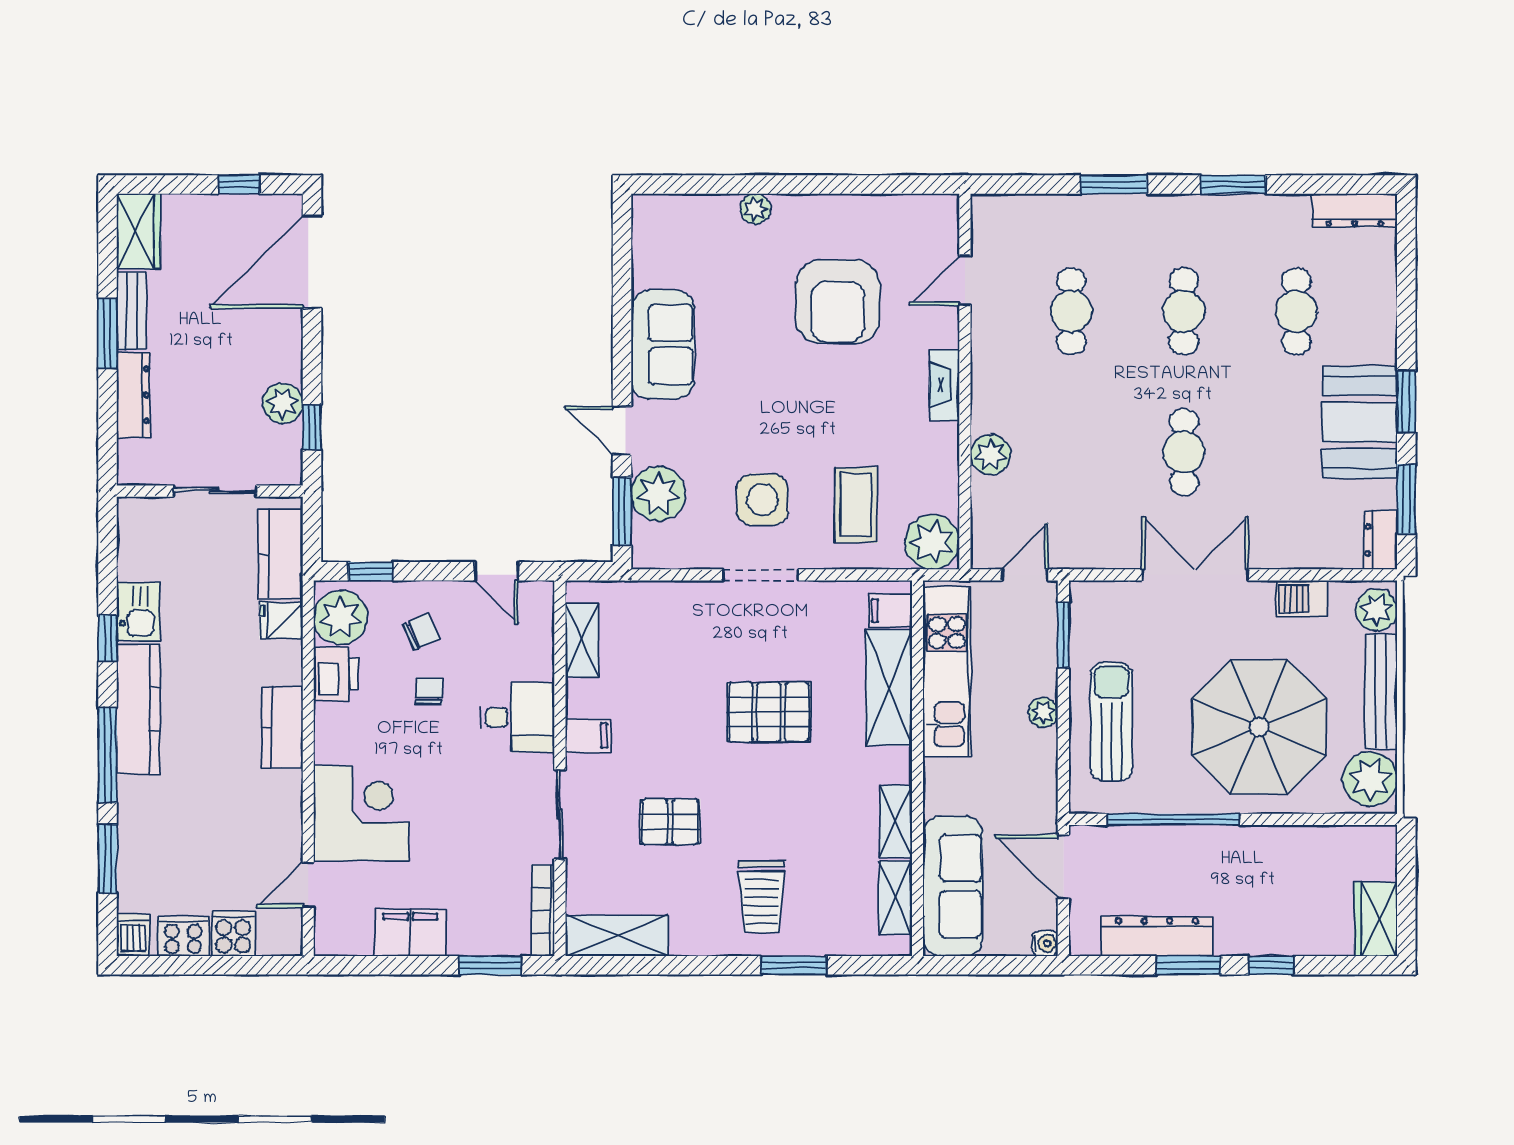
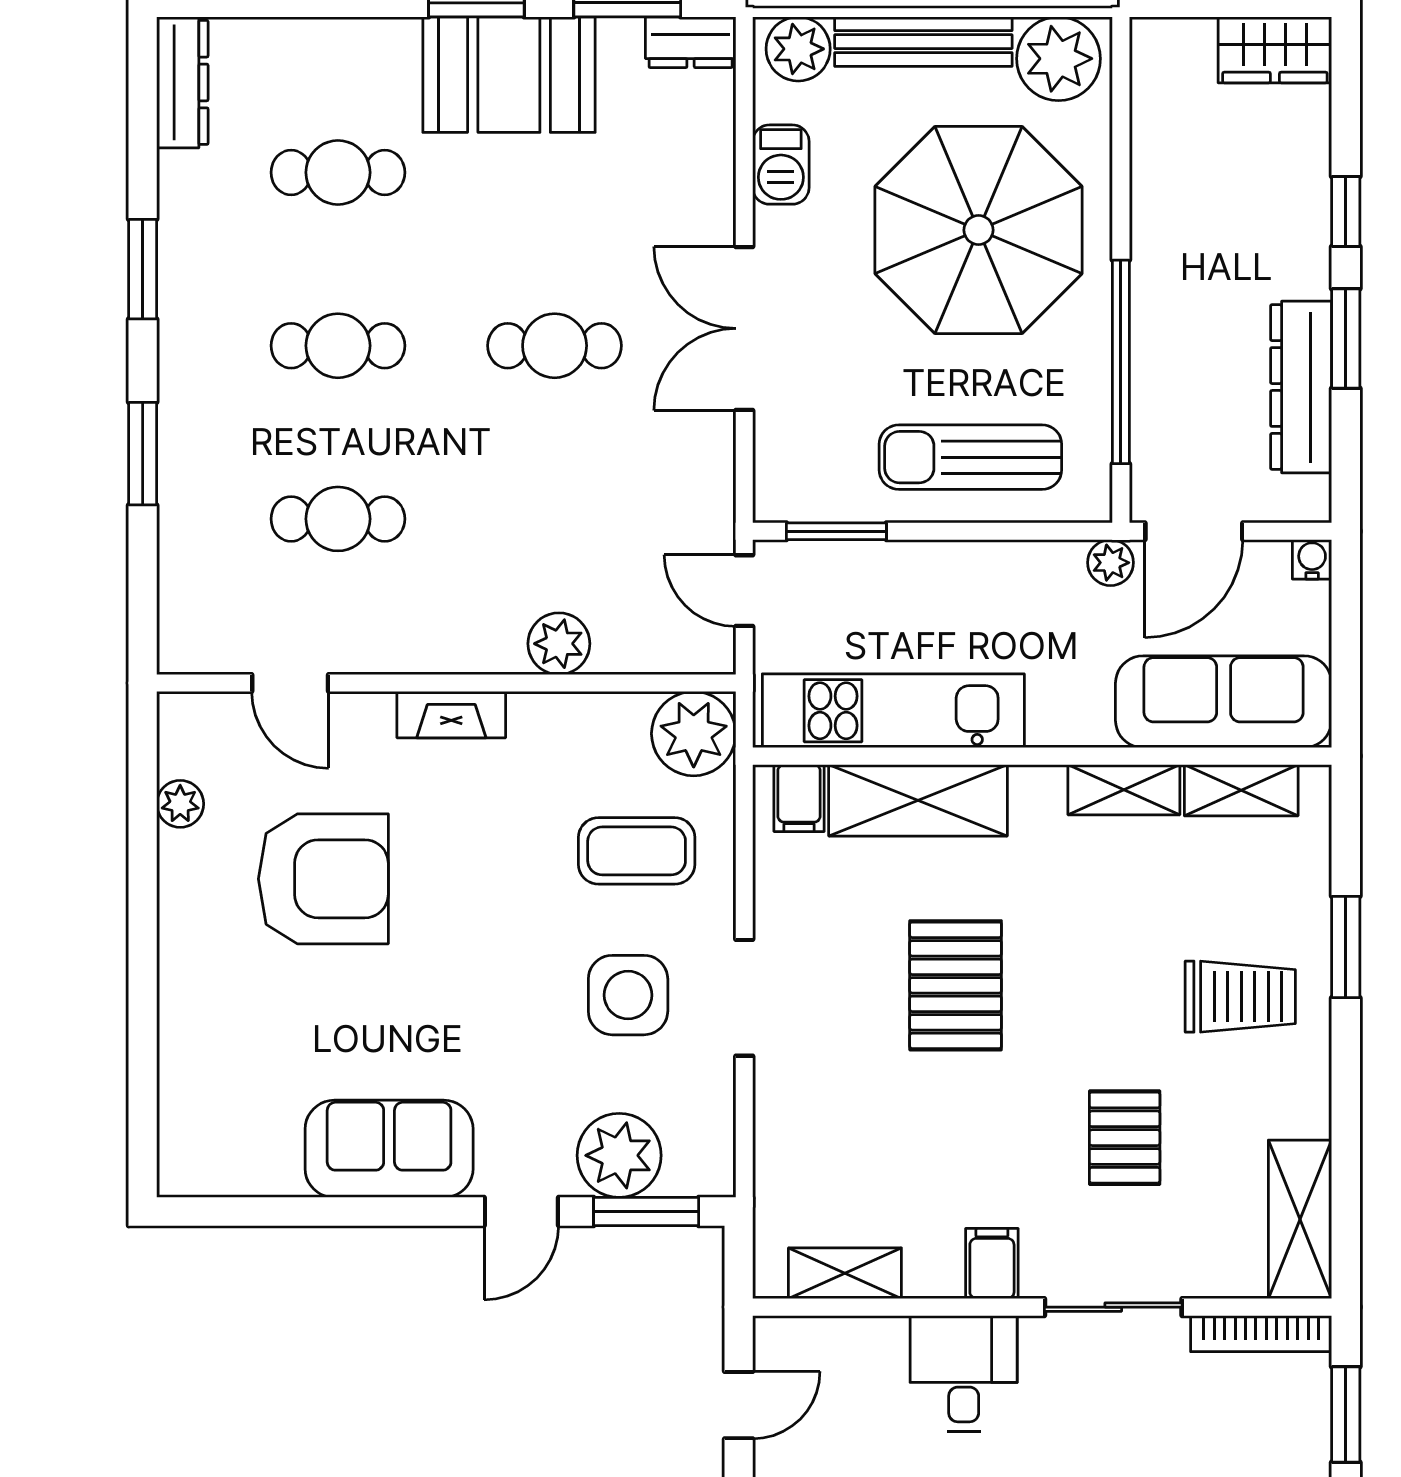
plant: (756, 209) -> (180, 804), moved
plant: (1043, 713) -> (1111, 563), moved

